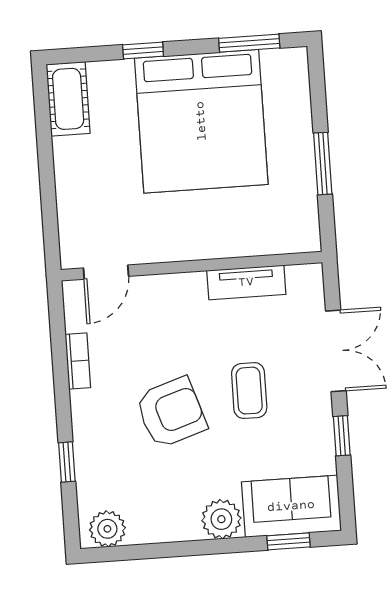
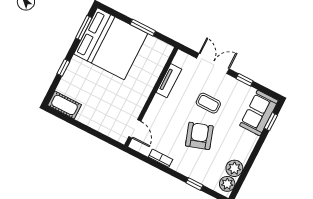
bed: (201, 121) -> (111, 44), moved
plant: (221, 519) -> (234, 168), moved

